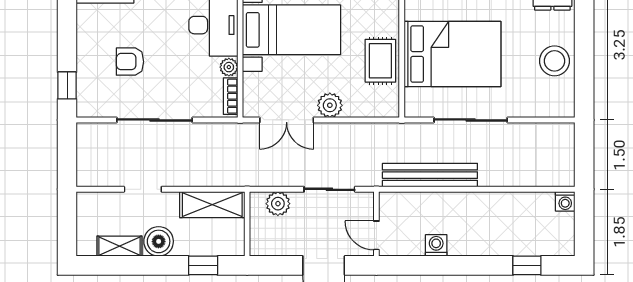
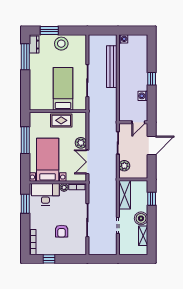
window: (584, 34) -> (49, 30), added
bed: (452, 54) -> (63, 89), width x0.67
window: (67, 85) -> (49, 259), moved
double door: (287, 120) -> (87, 162), swing flipped
bench: (430, 175) -> (112, 67), moved
window: (527, 265) -> (152, 79), moved

